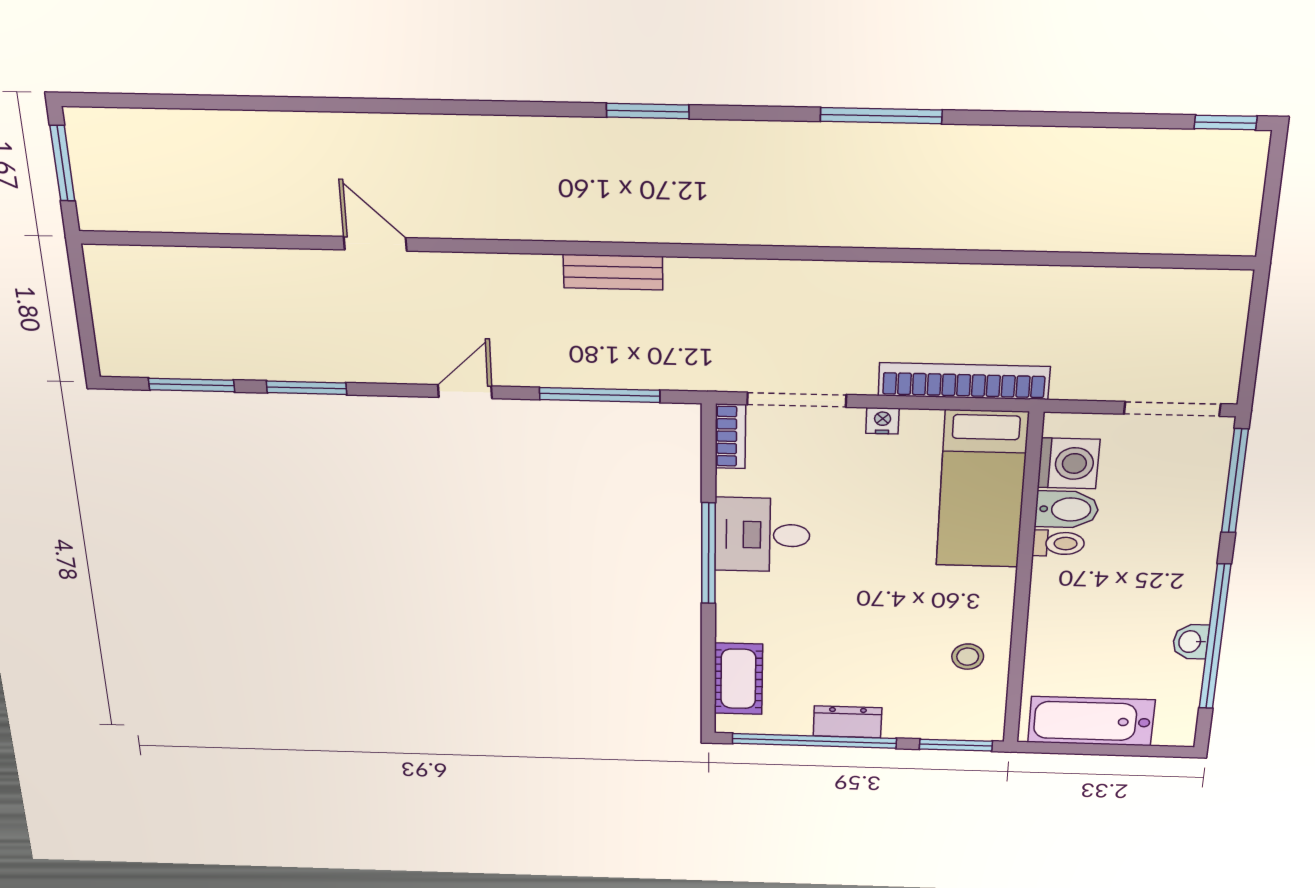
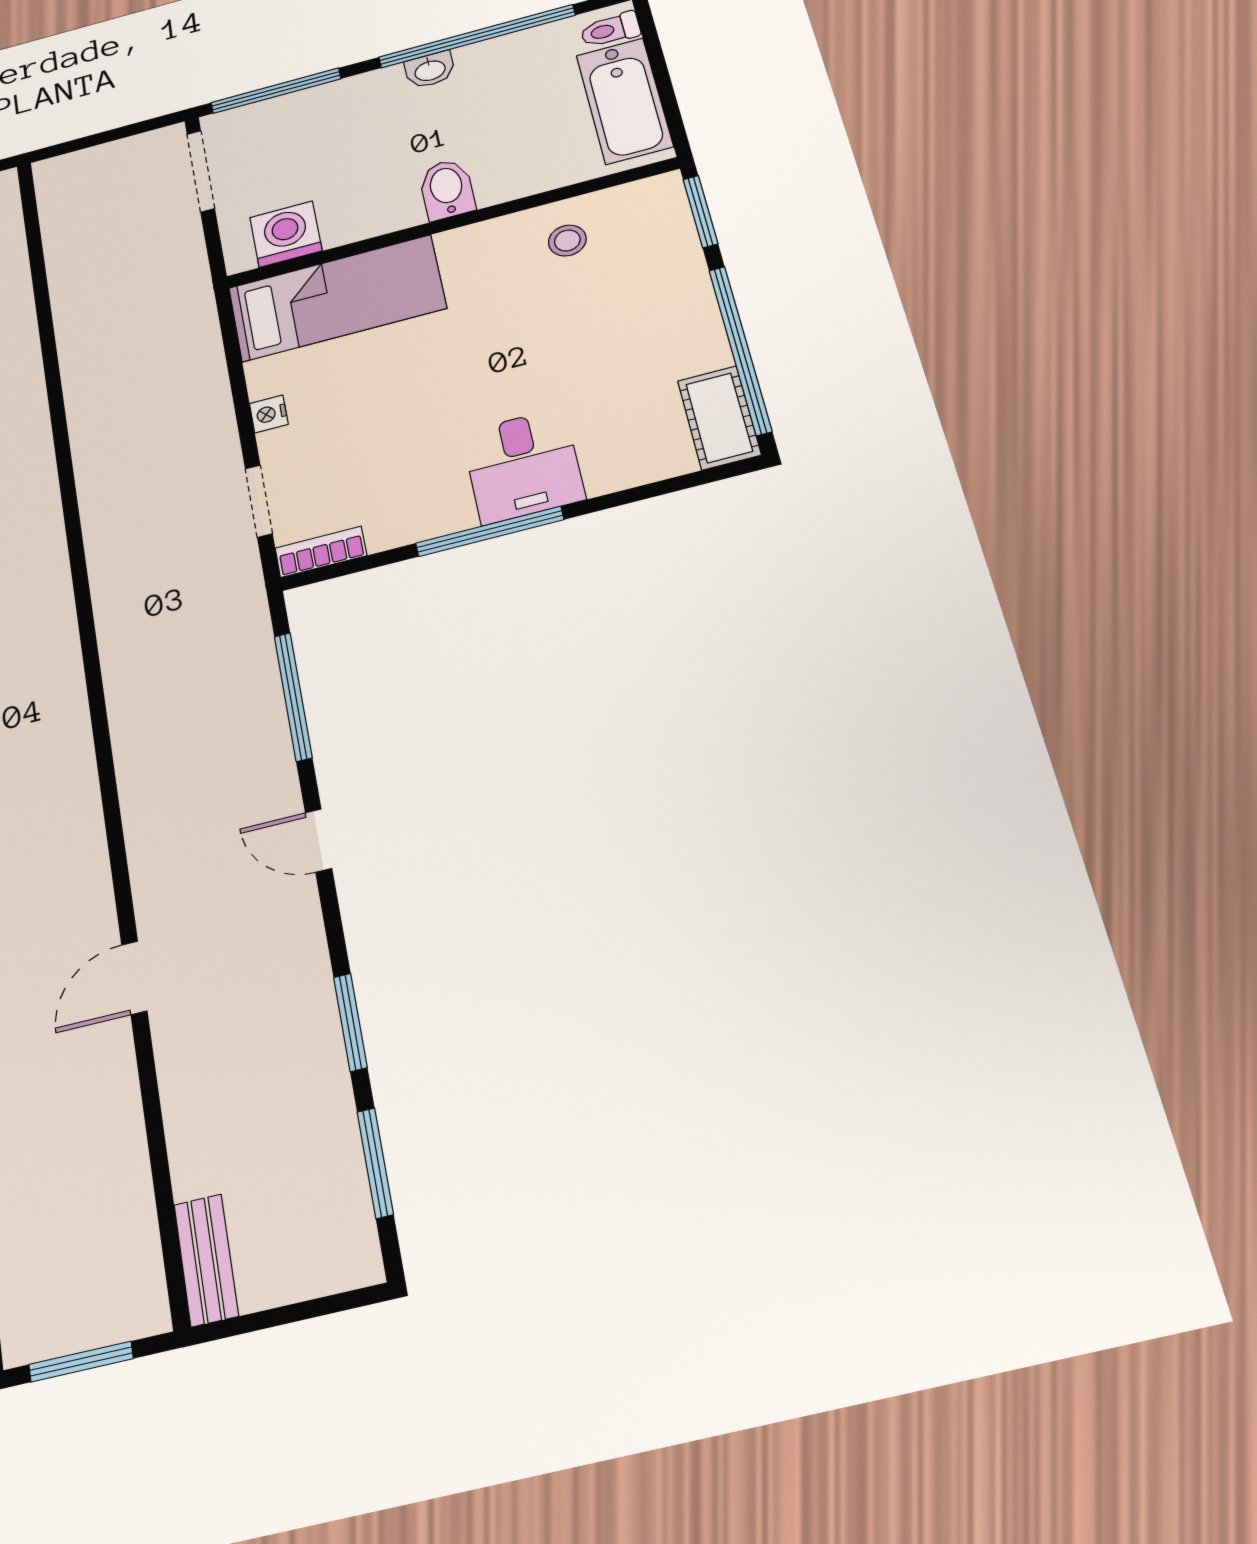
bench: (613, 272) -> (206, 1260), moved
bookcase: (964, 381) -> (204, 356), removed
doorway: (797, 400) -> (259, 501), width x0.73
bidet: (1067, 509) -> (447, 189), moved
desk: (762, 535) -> (523, 466), moved
toilet: (1058, 543) -> (610, 30), moved, turned -90
washbasin: (1191, 642) -> (430, 70), moved
cot: (738, 679) -> (719, 418), moved, turned 90
dresser: (847, 722) -> (700, 325), removed

